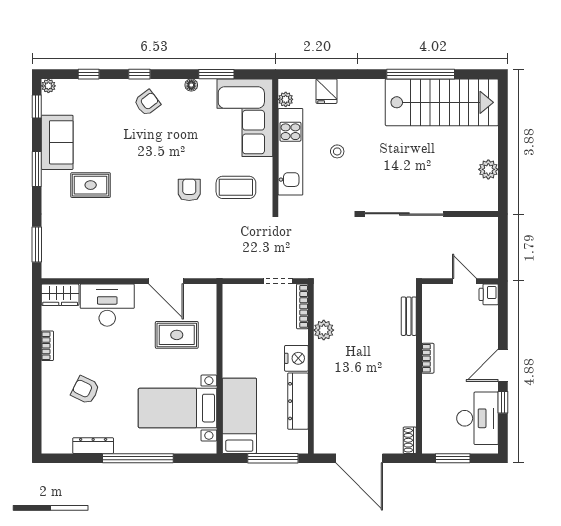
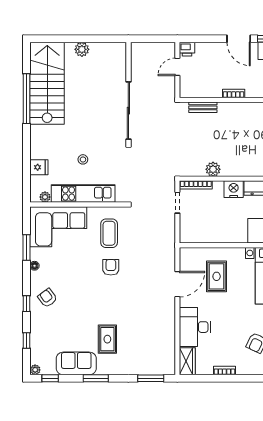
plant: (488, 169) -> (82, 49), moved
armchair: (189, 190) -> (111, 267), turned 90

